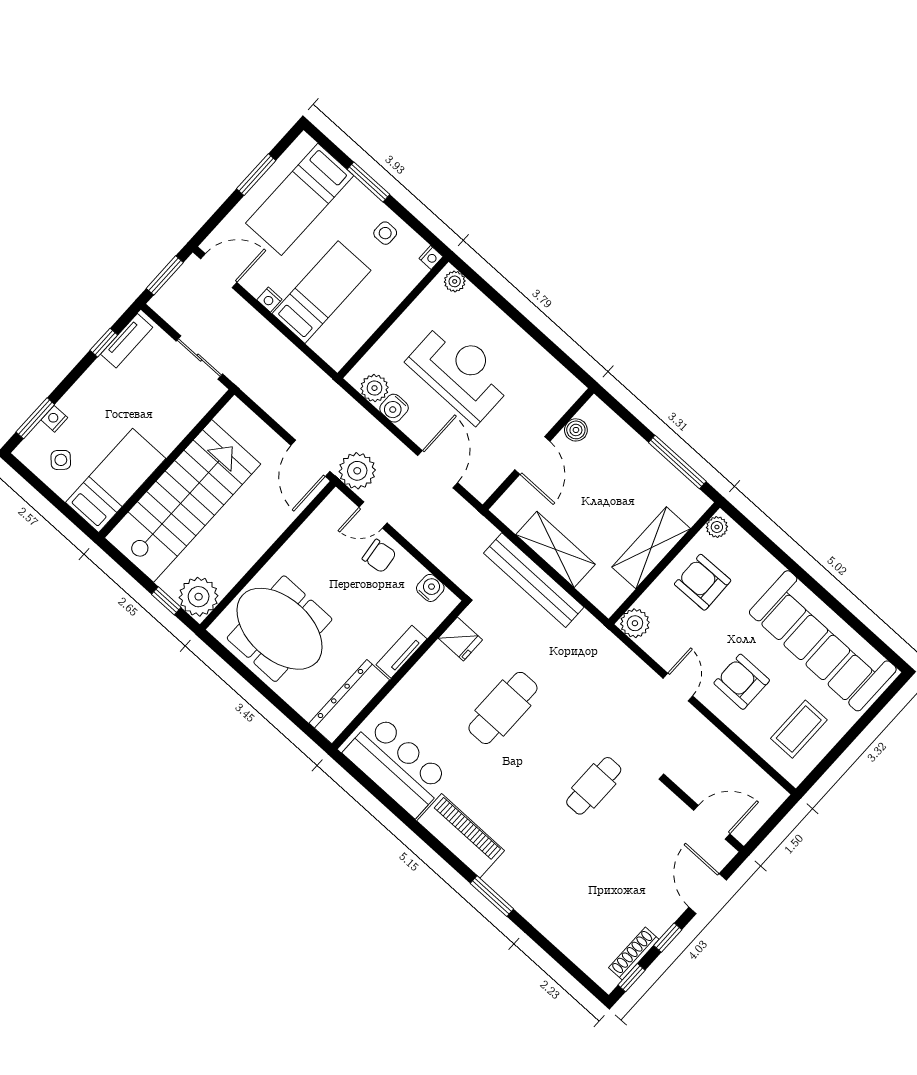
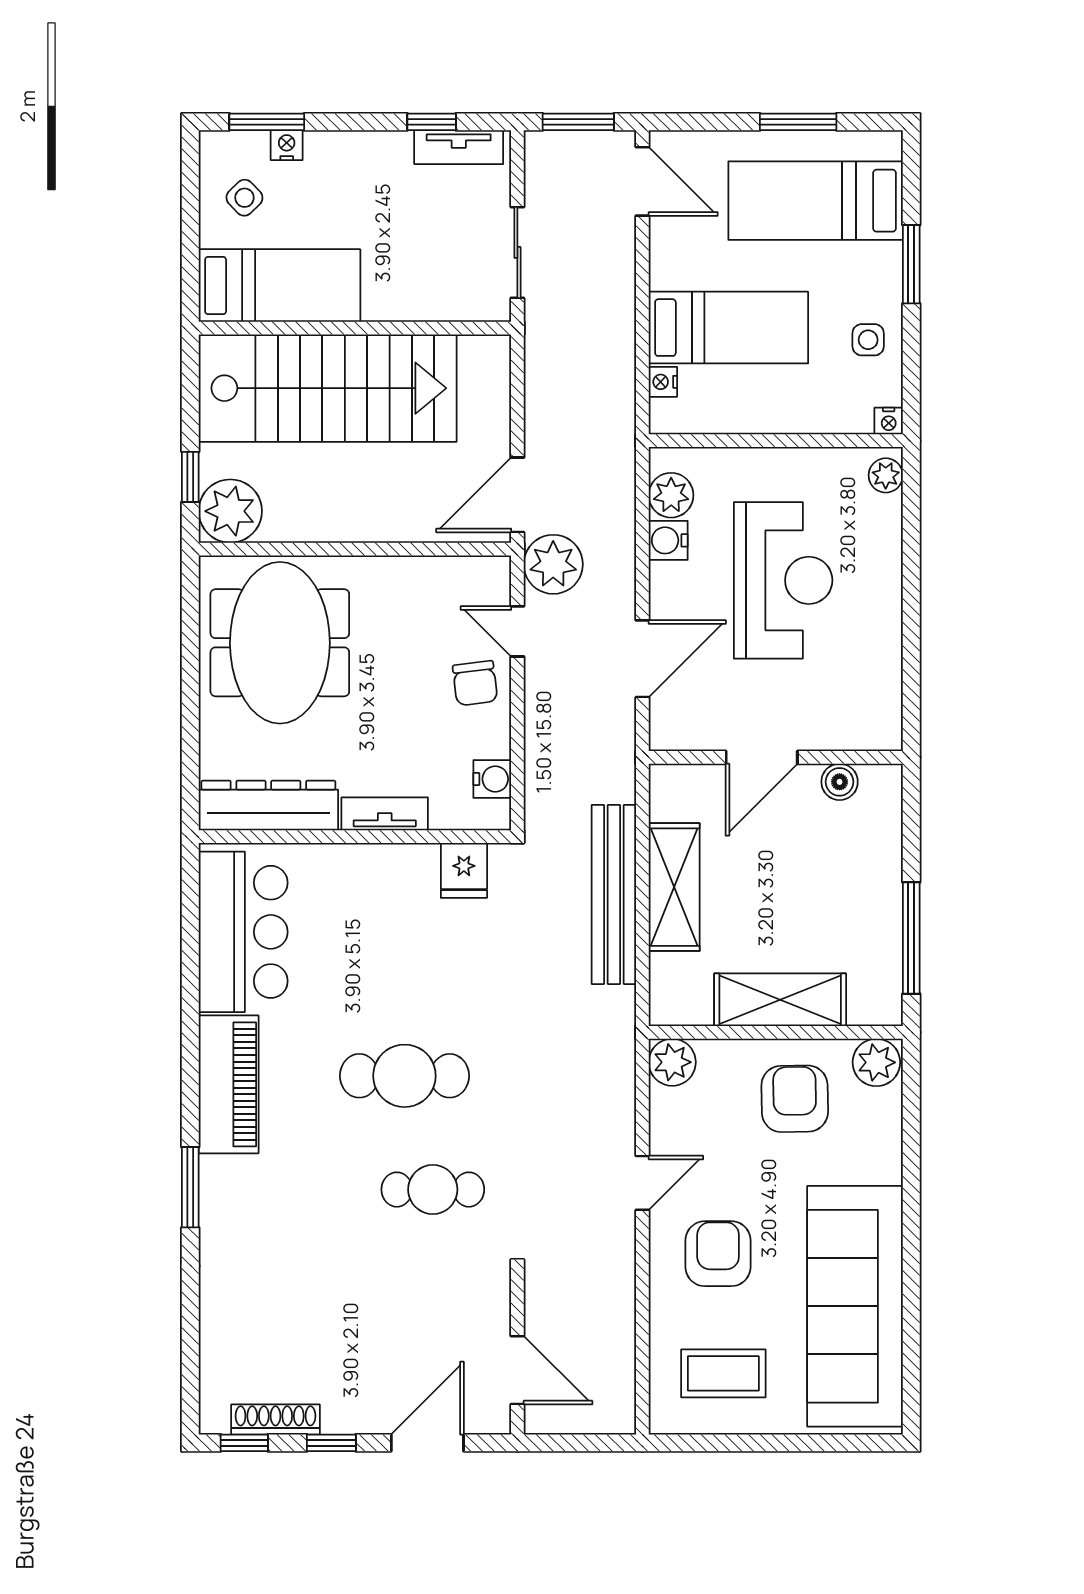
nightstand: (269, 300) -> (663, 382), moved
plant: (717, 527) -> (876, 1062), width x1.38, depth x1.38
cafe table: (503, 708) -> (404, 1076), moved

